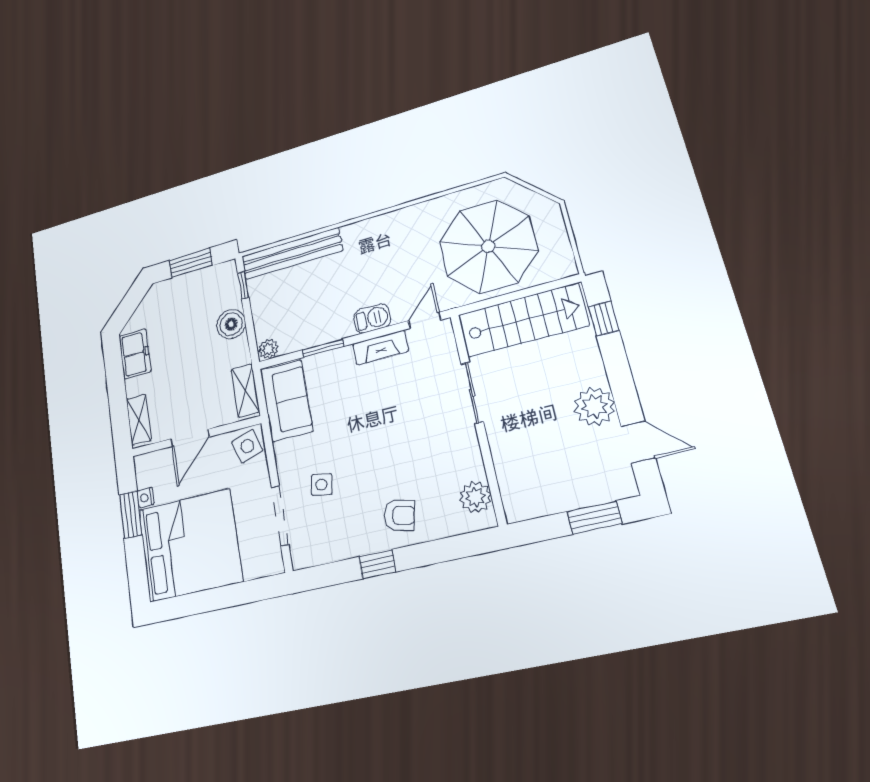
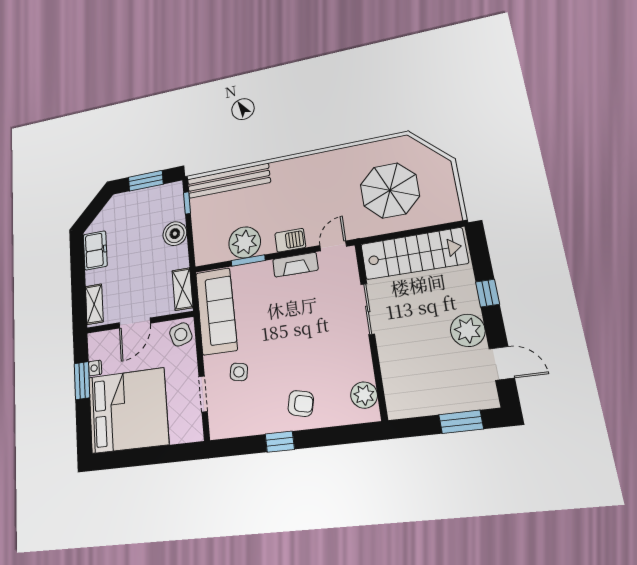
parasol: (488, 246) -> (390, 190), width x0.73, depth x0.73
window: (604, 318) -> (487, 293), moved
plant: (268, 349) -> (245, 242), moved, width x1.88, depth x1.88
sofa: (286, 400) -> (216, 311), width x1.36
doorway: (280, 516) -> (203, 394), width x0.73

